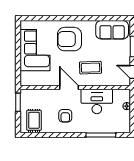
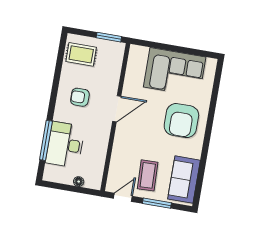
armchair: (69, 39) -> (181, 121), turned 180
coffee table: (90, 68) -> (148, 175), moved
desk: (97, 101) -> (65, 145), moved, turned 180

